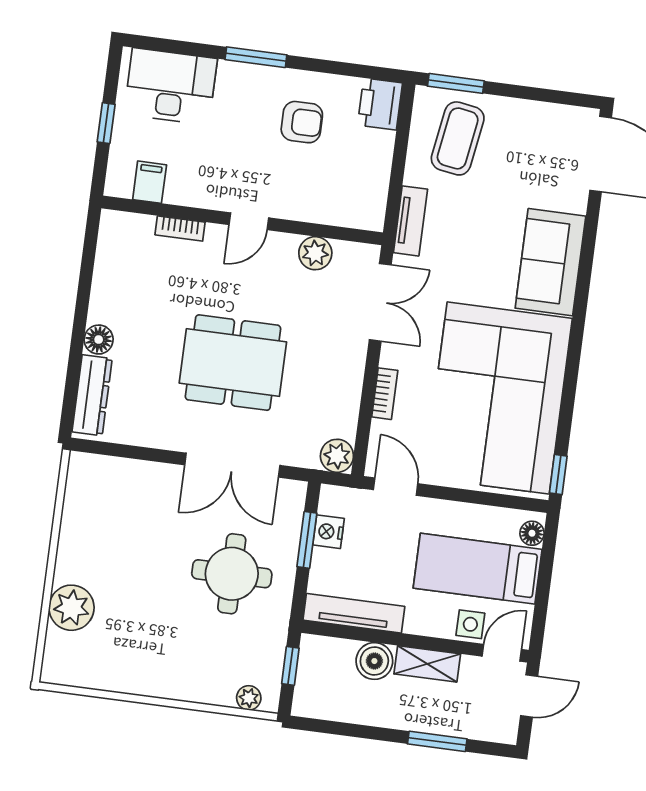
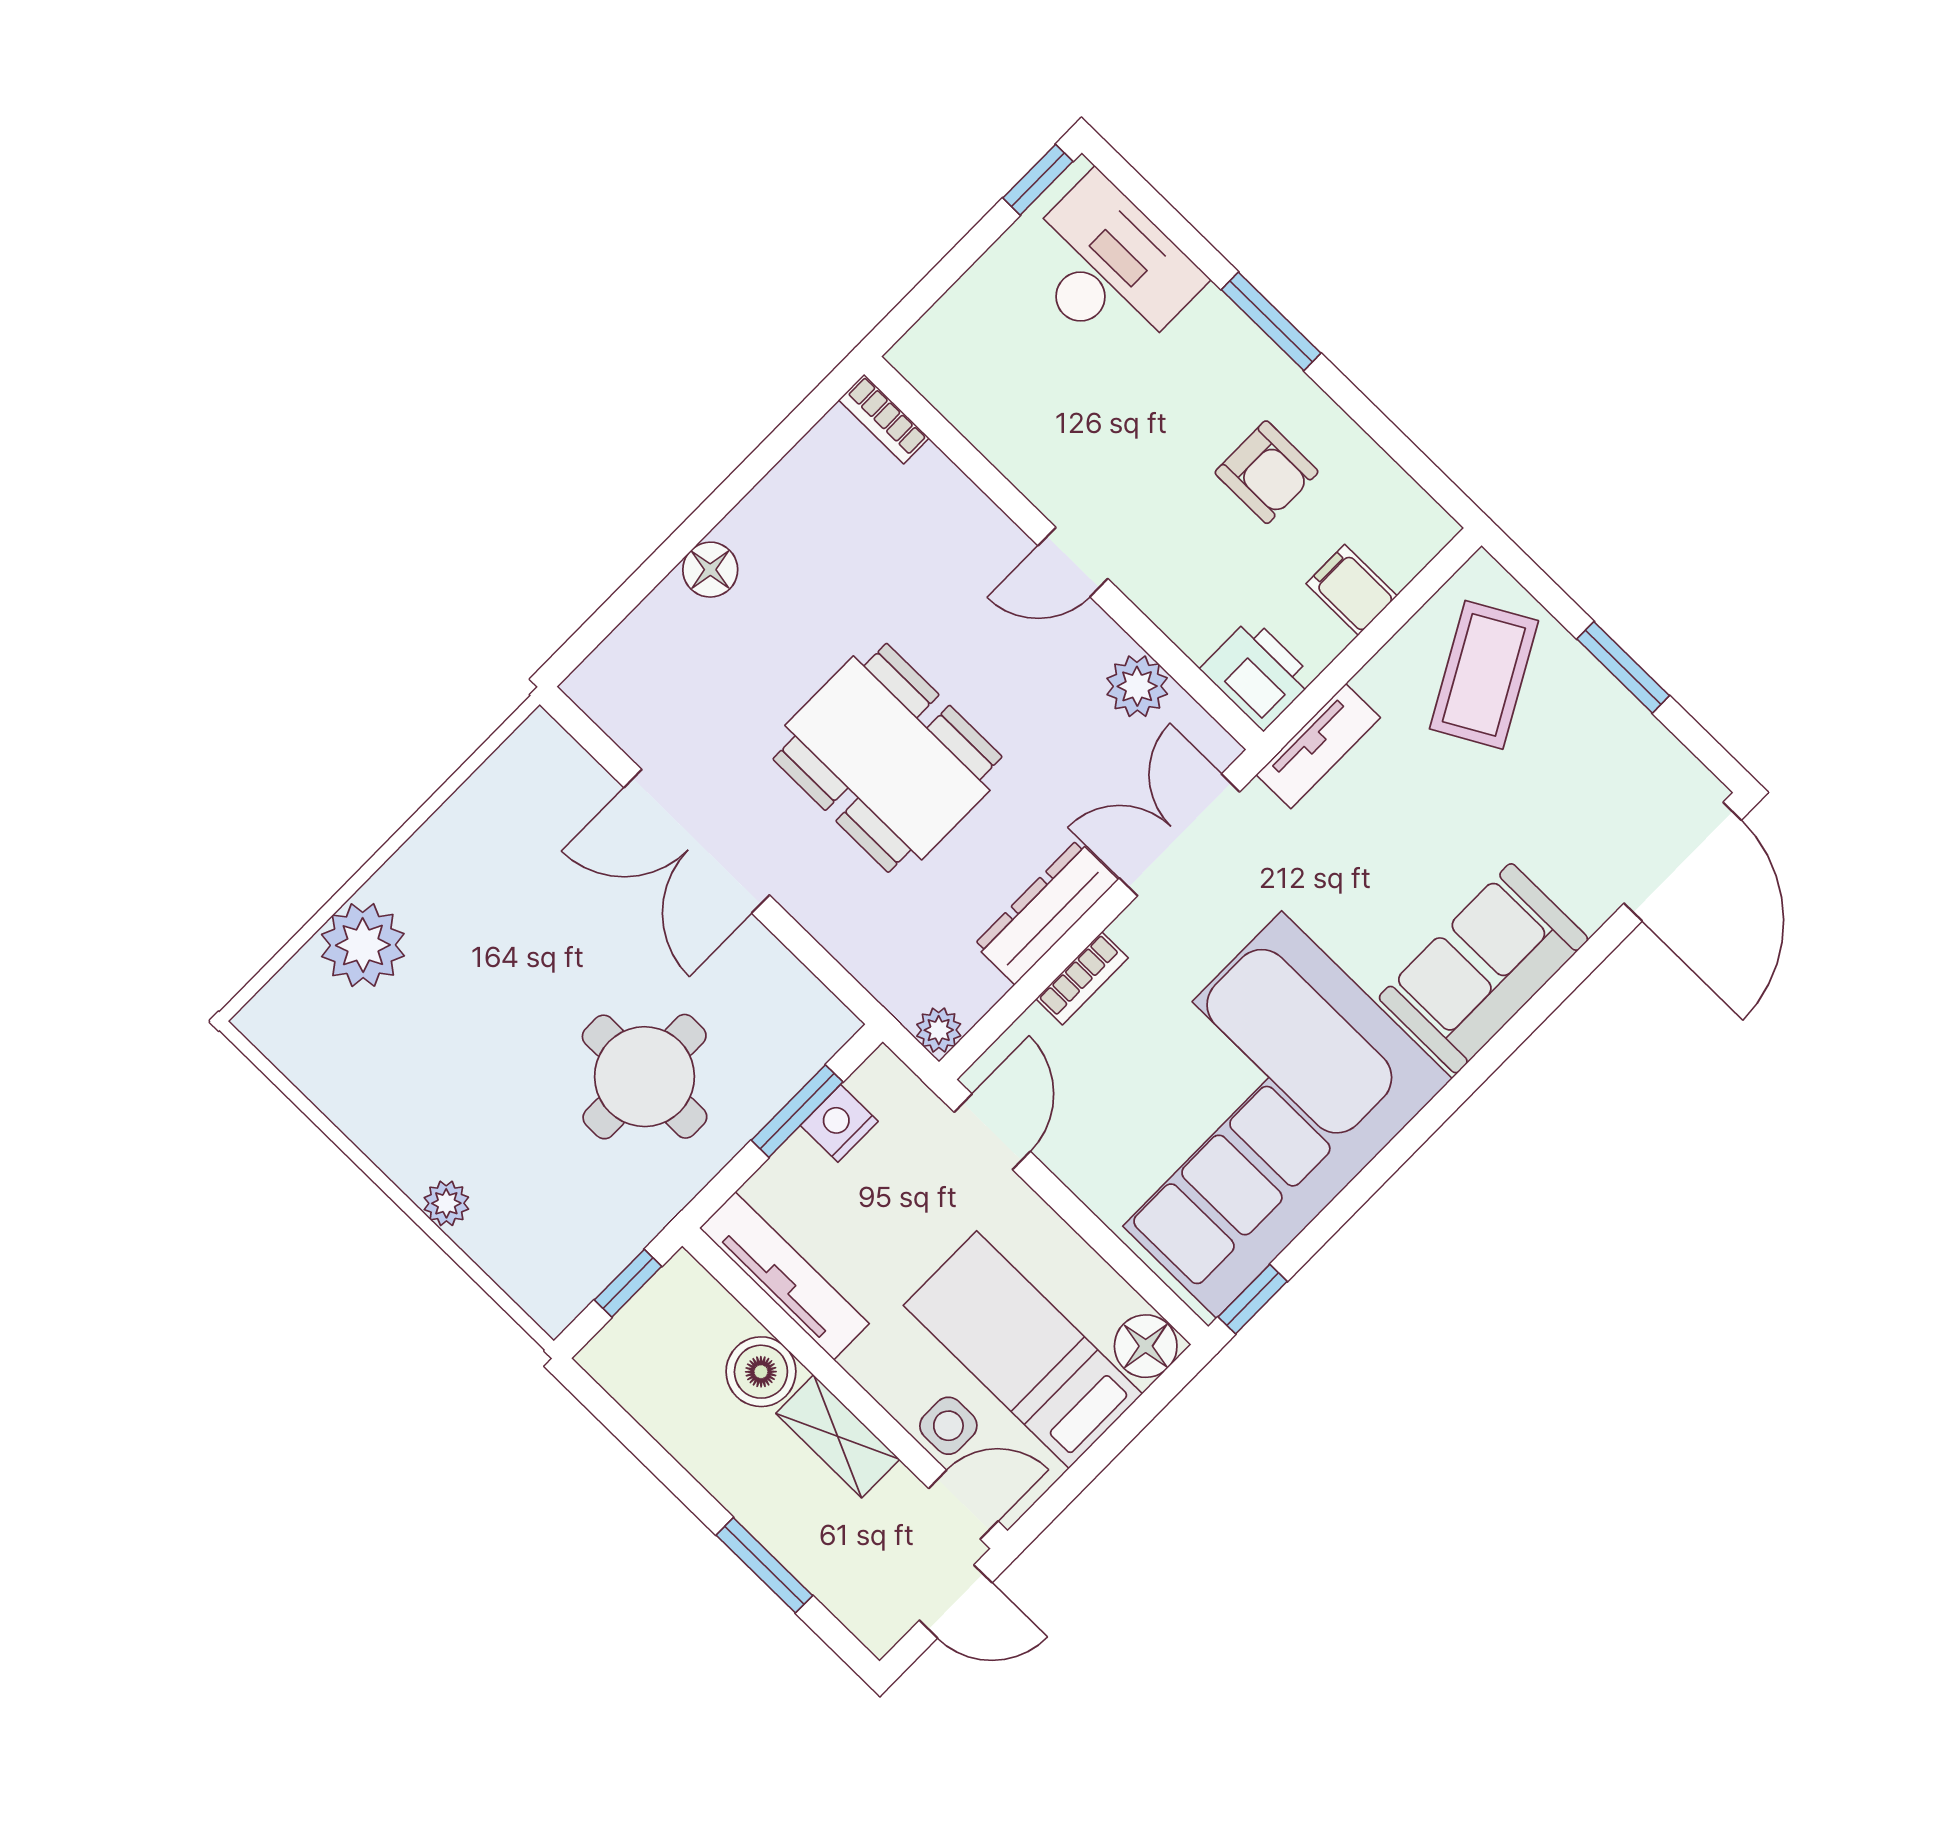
window: (456, 83) -> (1623, 667), moved
printer: (380, 104) -> (1257, 674), moved, turned 90
window: (106, 123) -> (1038, 180), moved
coffee table: (458, 138) -> (1484, 675), turned -38
filing cabinet: (150, 182) -> (1352, 590), moved, turned -90
bookcase: (180, 228) -> (884, 419), moved
double door: (380, 302) -> (1180, 835), swing flipped
dresser: (92, 395) -> (1046, 912), moved, turned 180
plant: (337, 456) -> (939, 1030), width x0.73, depth x0.73
double door: (232, 465) -> (697, 841), moved
floor lamp: (532, 533) -> (1146, 1346), width x1.37, depth x1.37
plant: (249, 698) -> (446, 1203), moved

